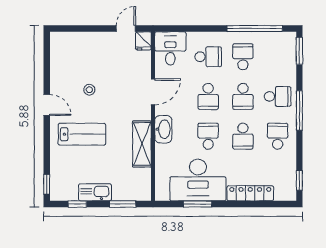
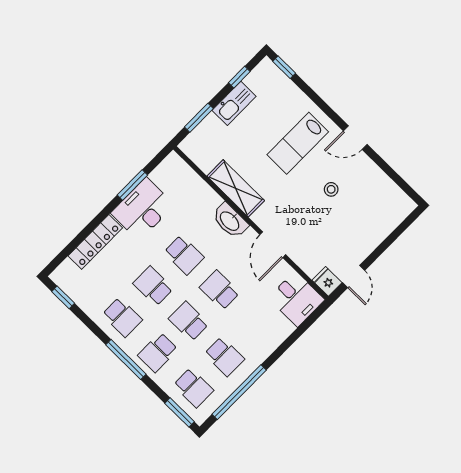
school desk: (208, 57) -> (193, 388), moved, turned -90
desk: (198, 180) -> (143, 209), width x0.73, depth x0.77

